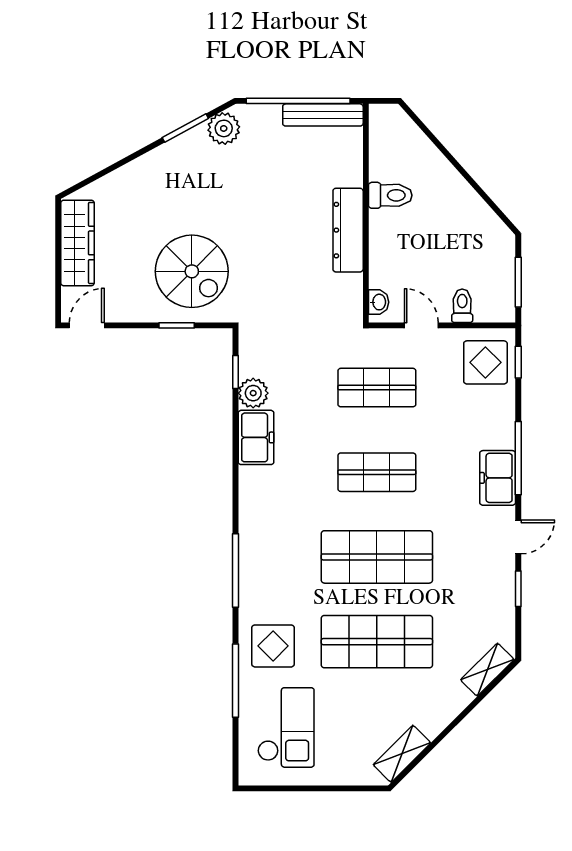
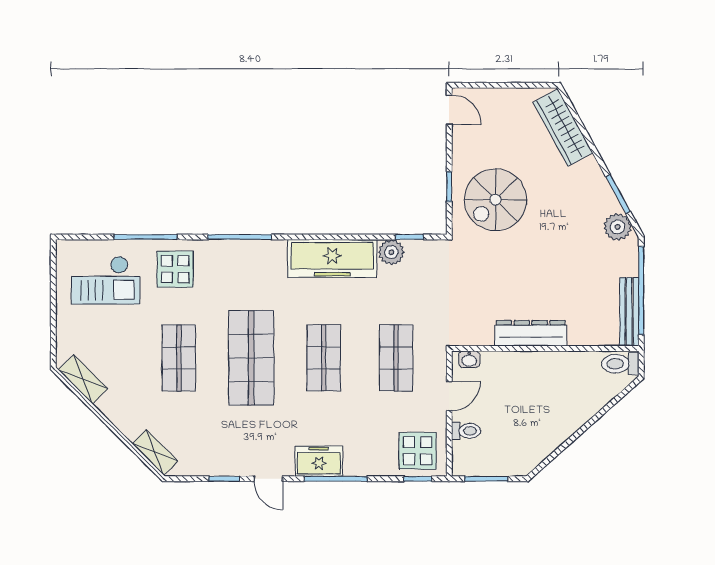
toilet: (390, 195) -> (620, 364), moved, turned 90
wardrobe: (77, 243) -> (563, 128), moved, turned 61
freezer: (256, 437) -> (332, 258), width x1.91, depth x1.26
shop shelf: (377, 642) -> (179, 358), width x0.70, depth x0.74

